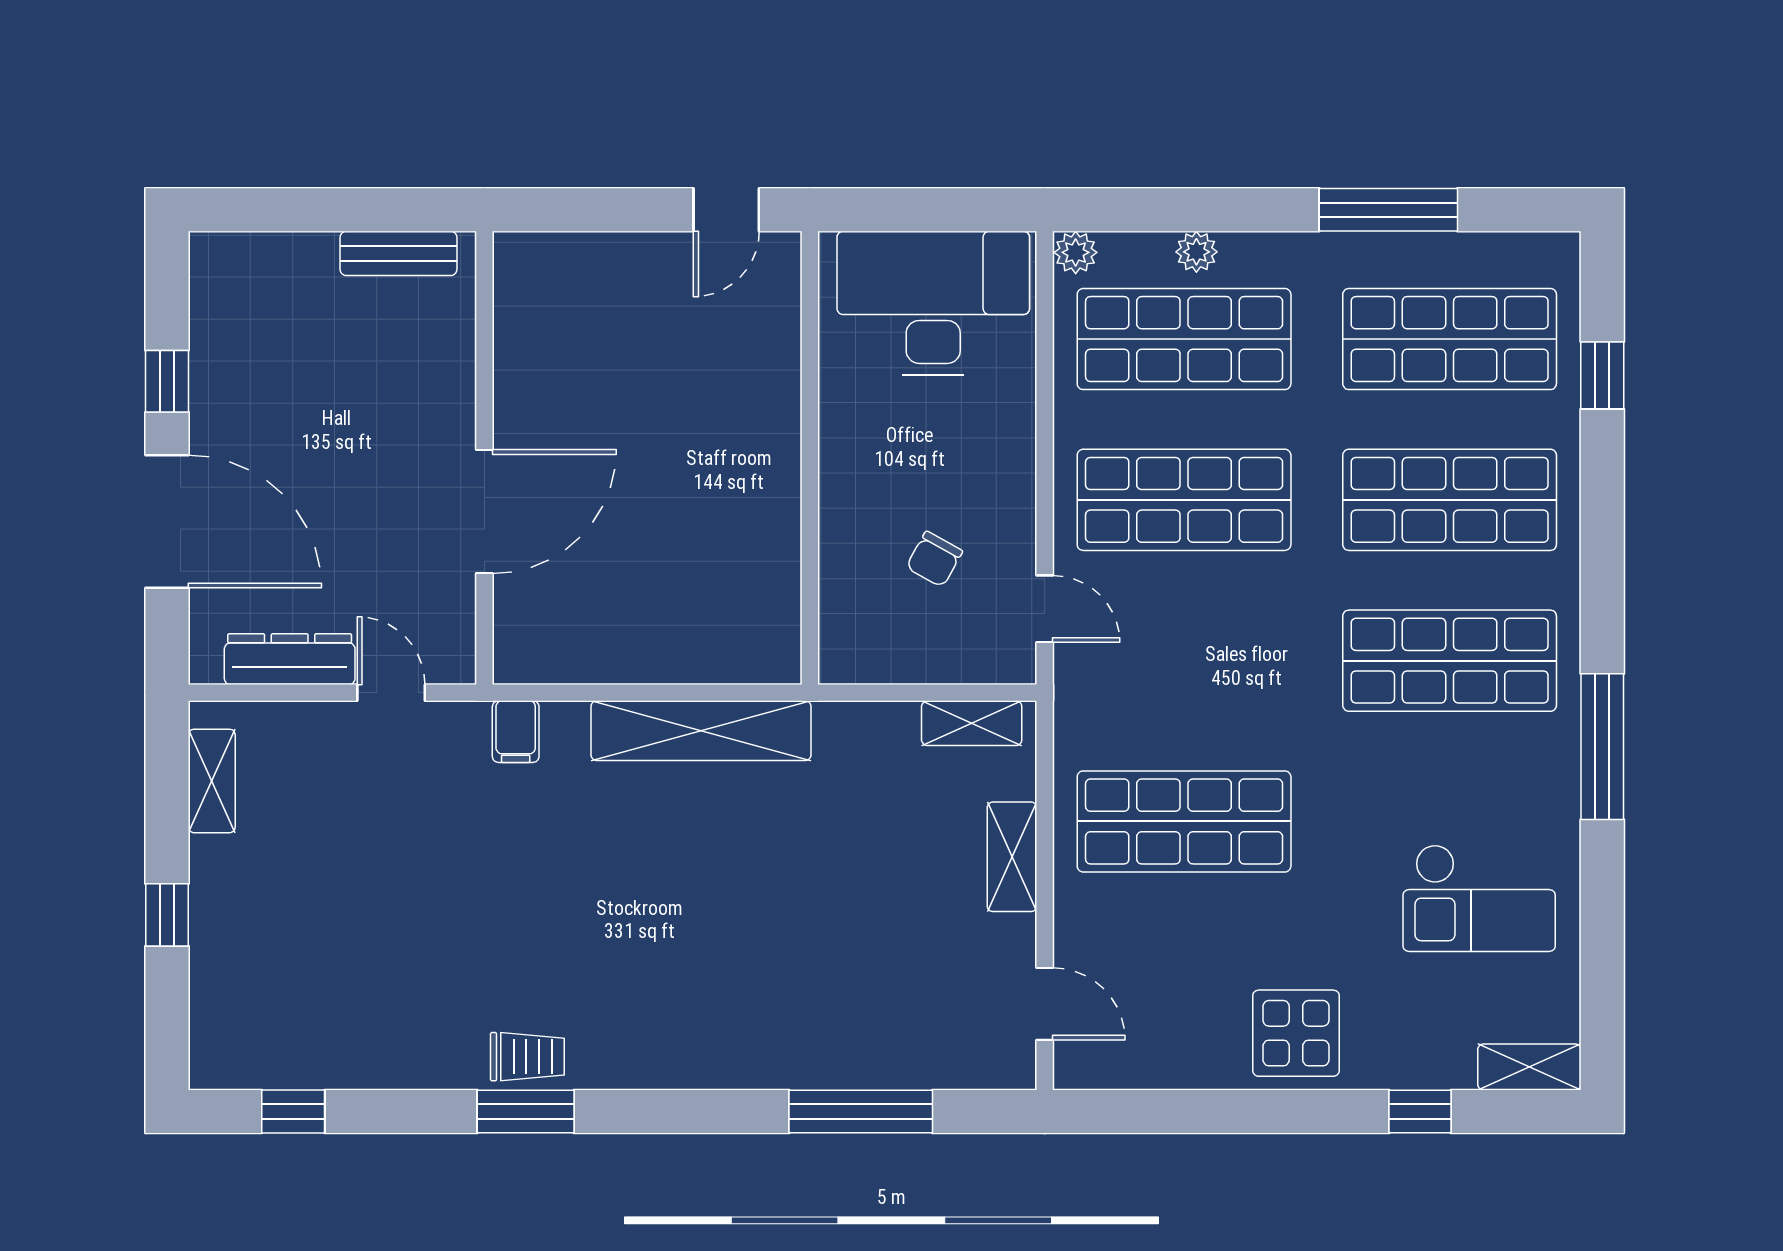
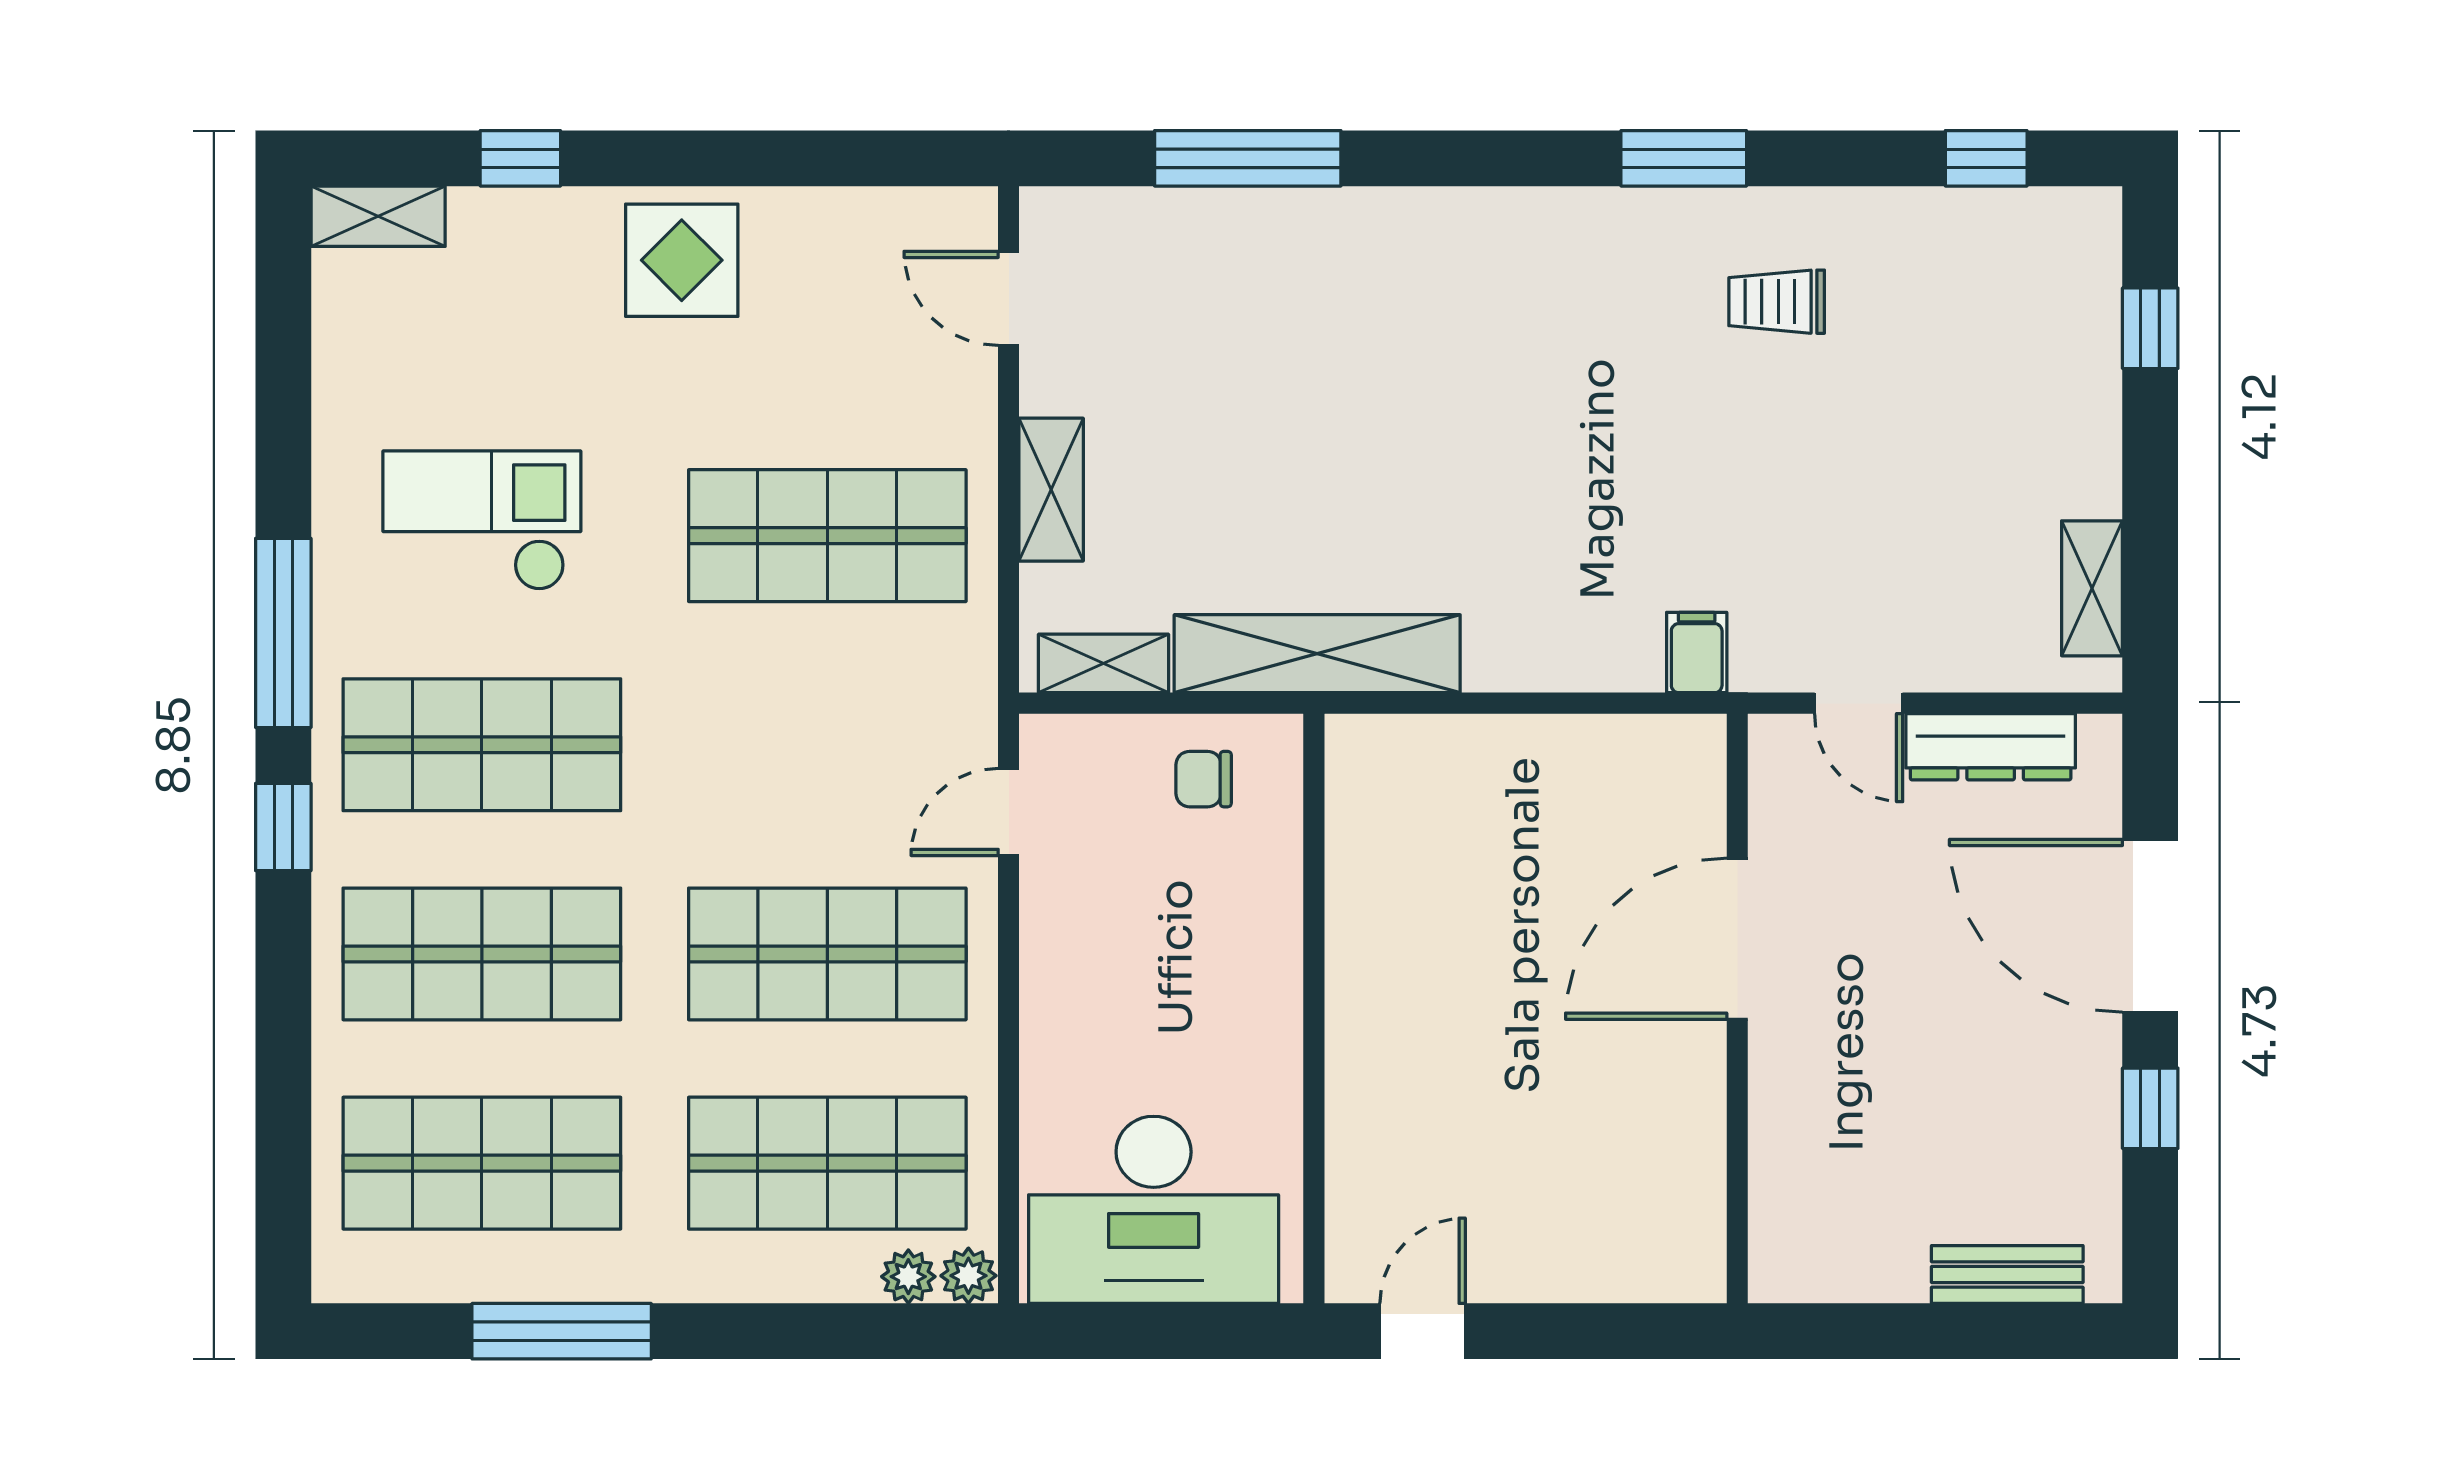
plant: (1196, 252) -> (908, 1277), moved
bench: (399, 253) -> (2007, 1275), moved
window: (1602, 375) -> (283, 827), moved
chair: (934, 559) -> (1204, 779), moved, turned -119
door: (1045, 609) -> (1009, 812), hinge flipped
shelving: (701, 731) -> (1317, 654), moved
checkout: (1479, 898) -> (482, 520), moved
window: (167, 915) -> (2150, 328), moved
trolley: (527, 1057) -> (1777, 302), moved

